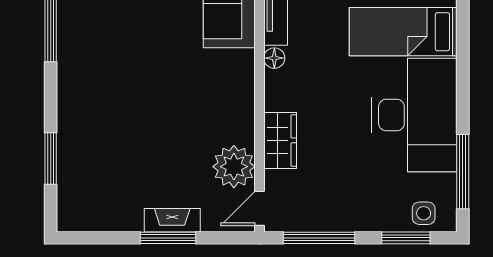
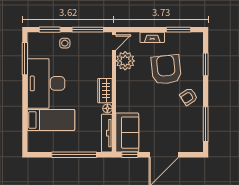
armchair: (89, 85) -> (189, 97), added
wardrobe: (280, 140) -> (105, 91), moved
armchair: (140, 147) -> (166, 70), added
side table: (424, 213) -> (65, 43), moved
window: (168, 238) -> (178, 30), moved

